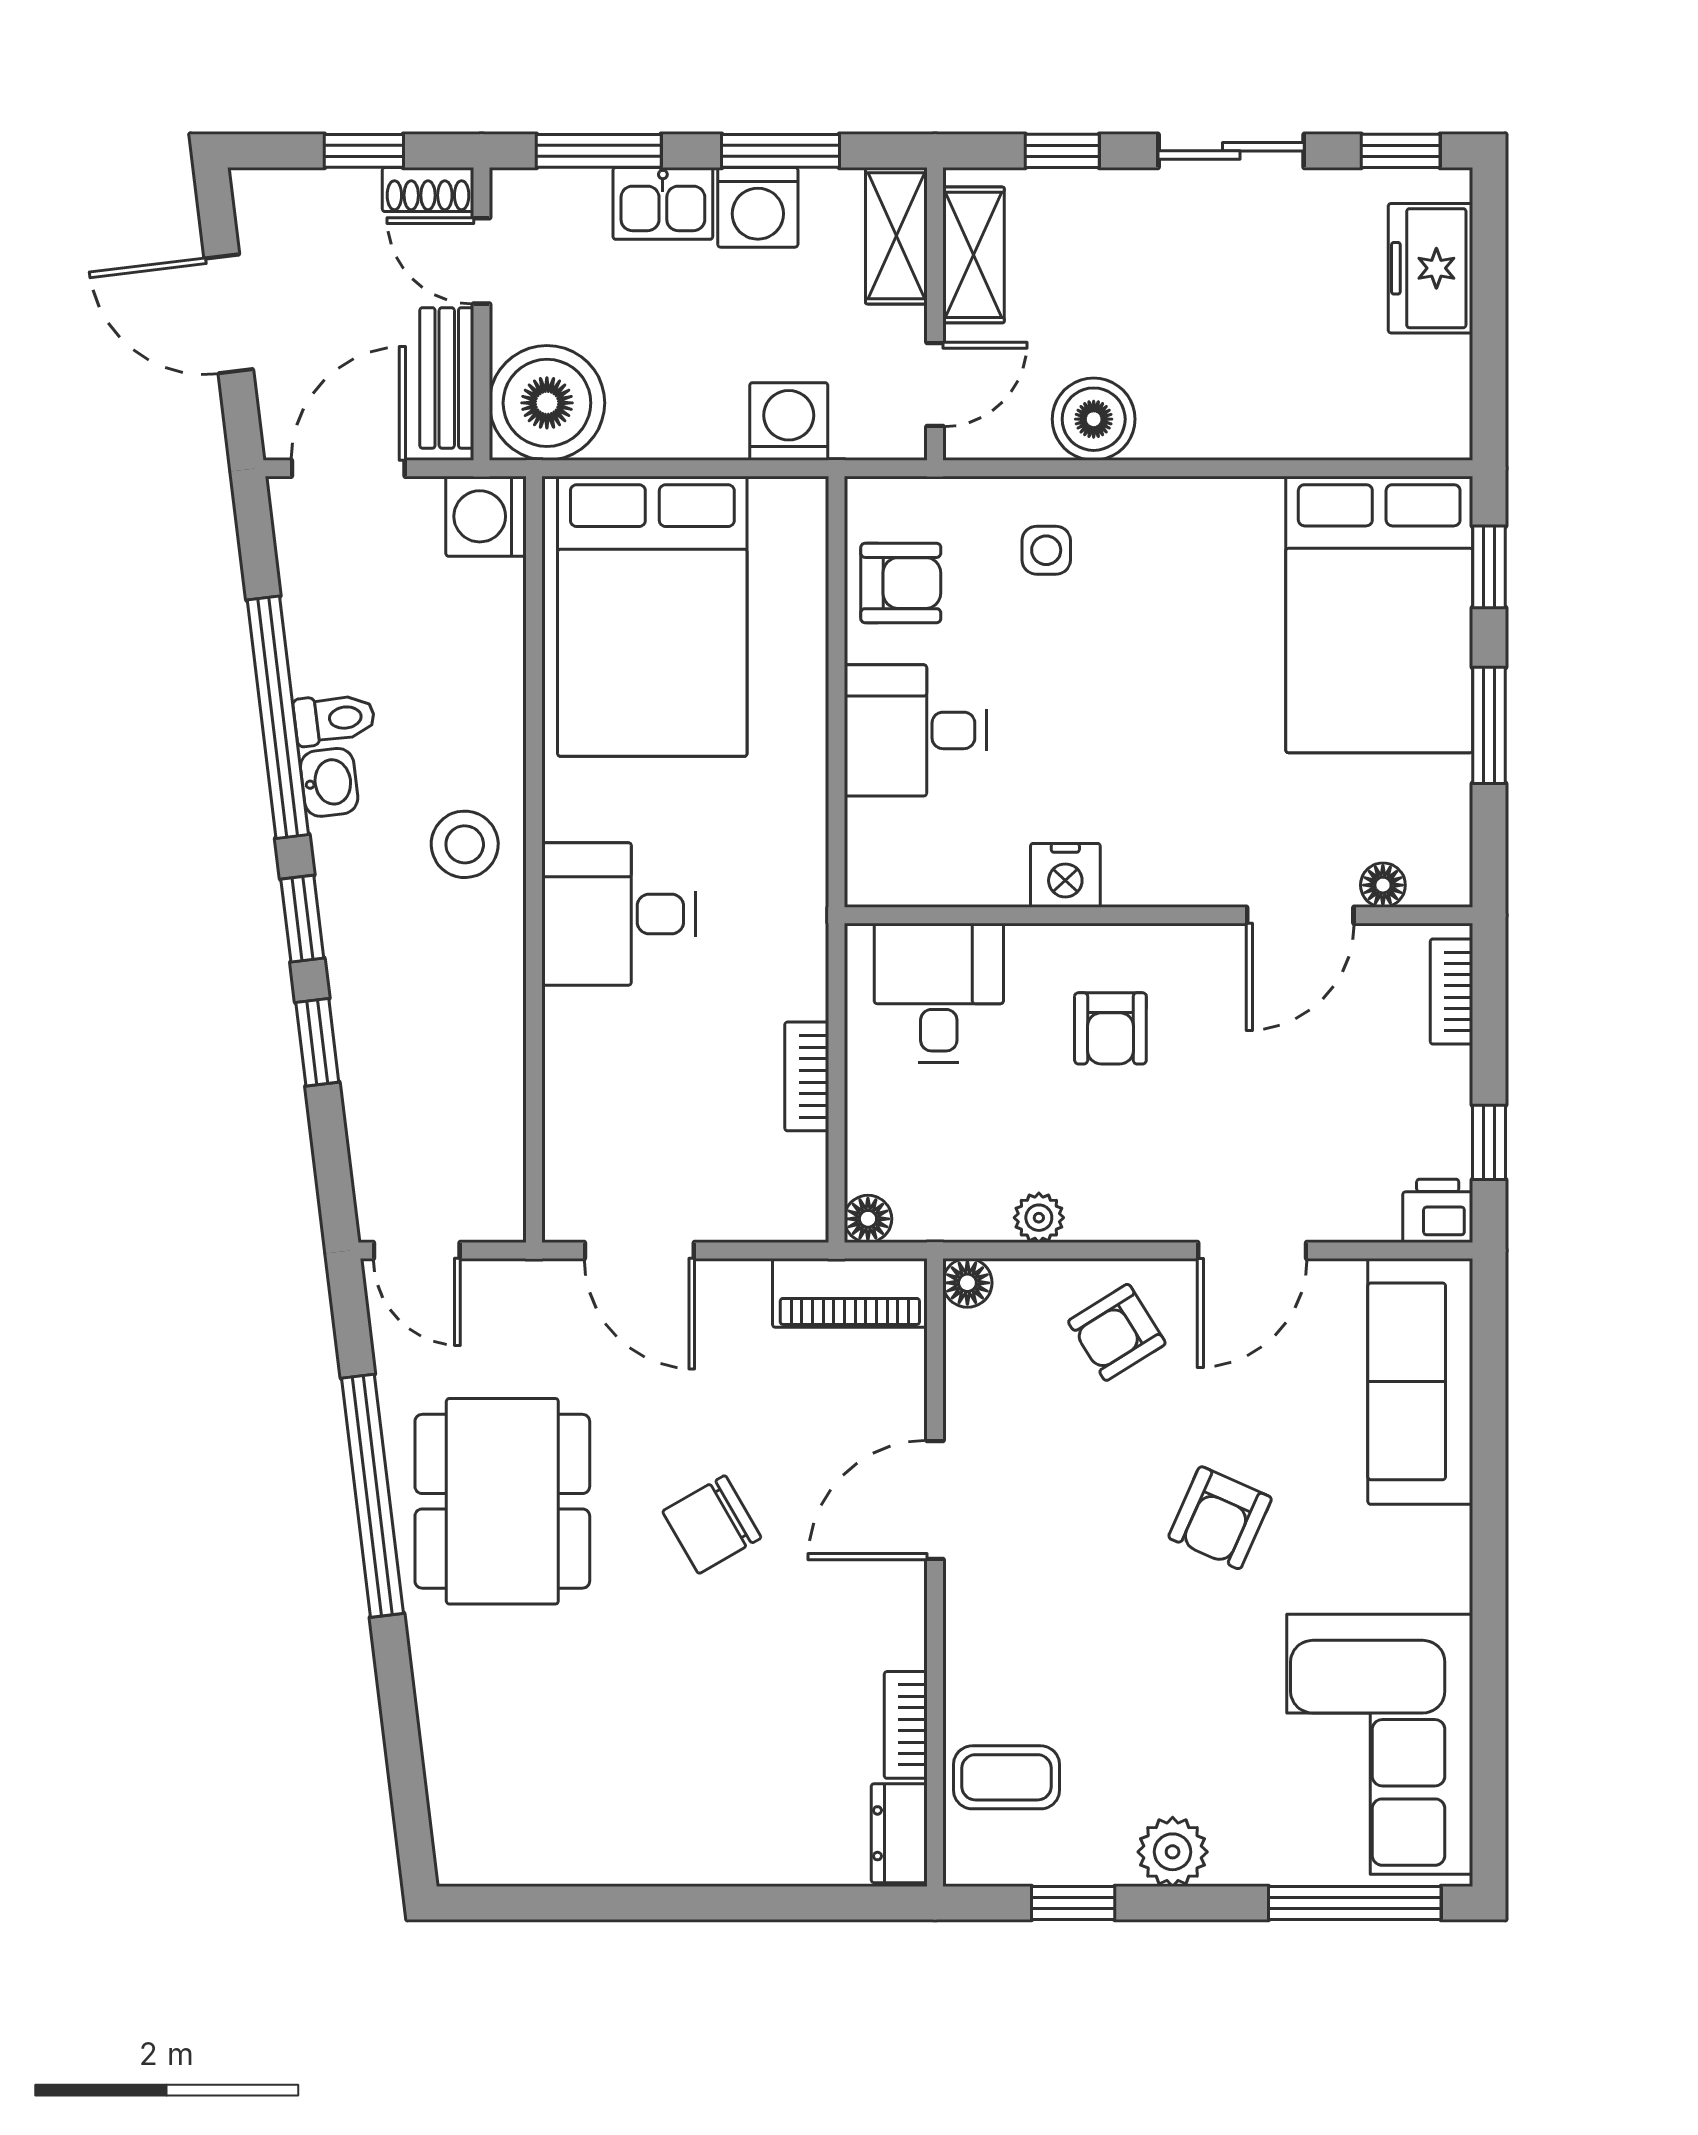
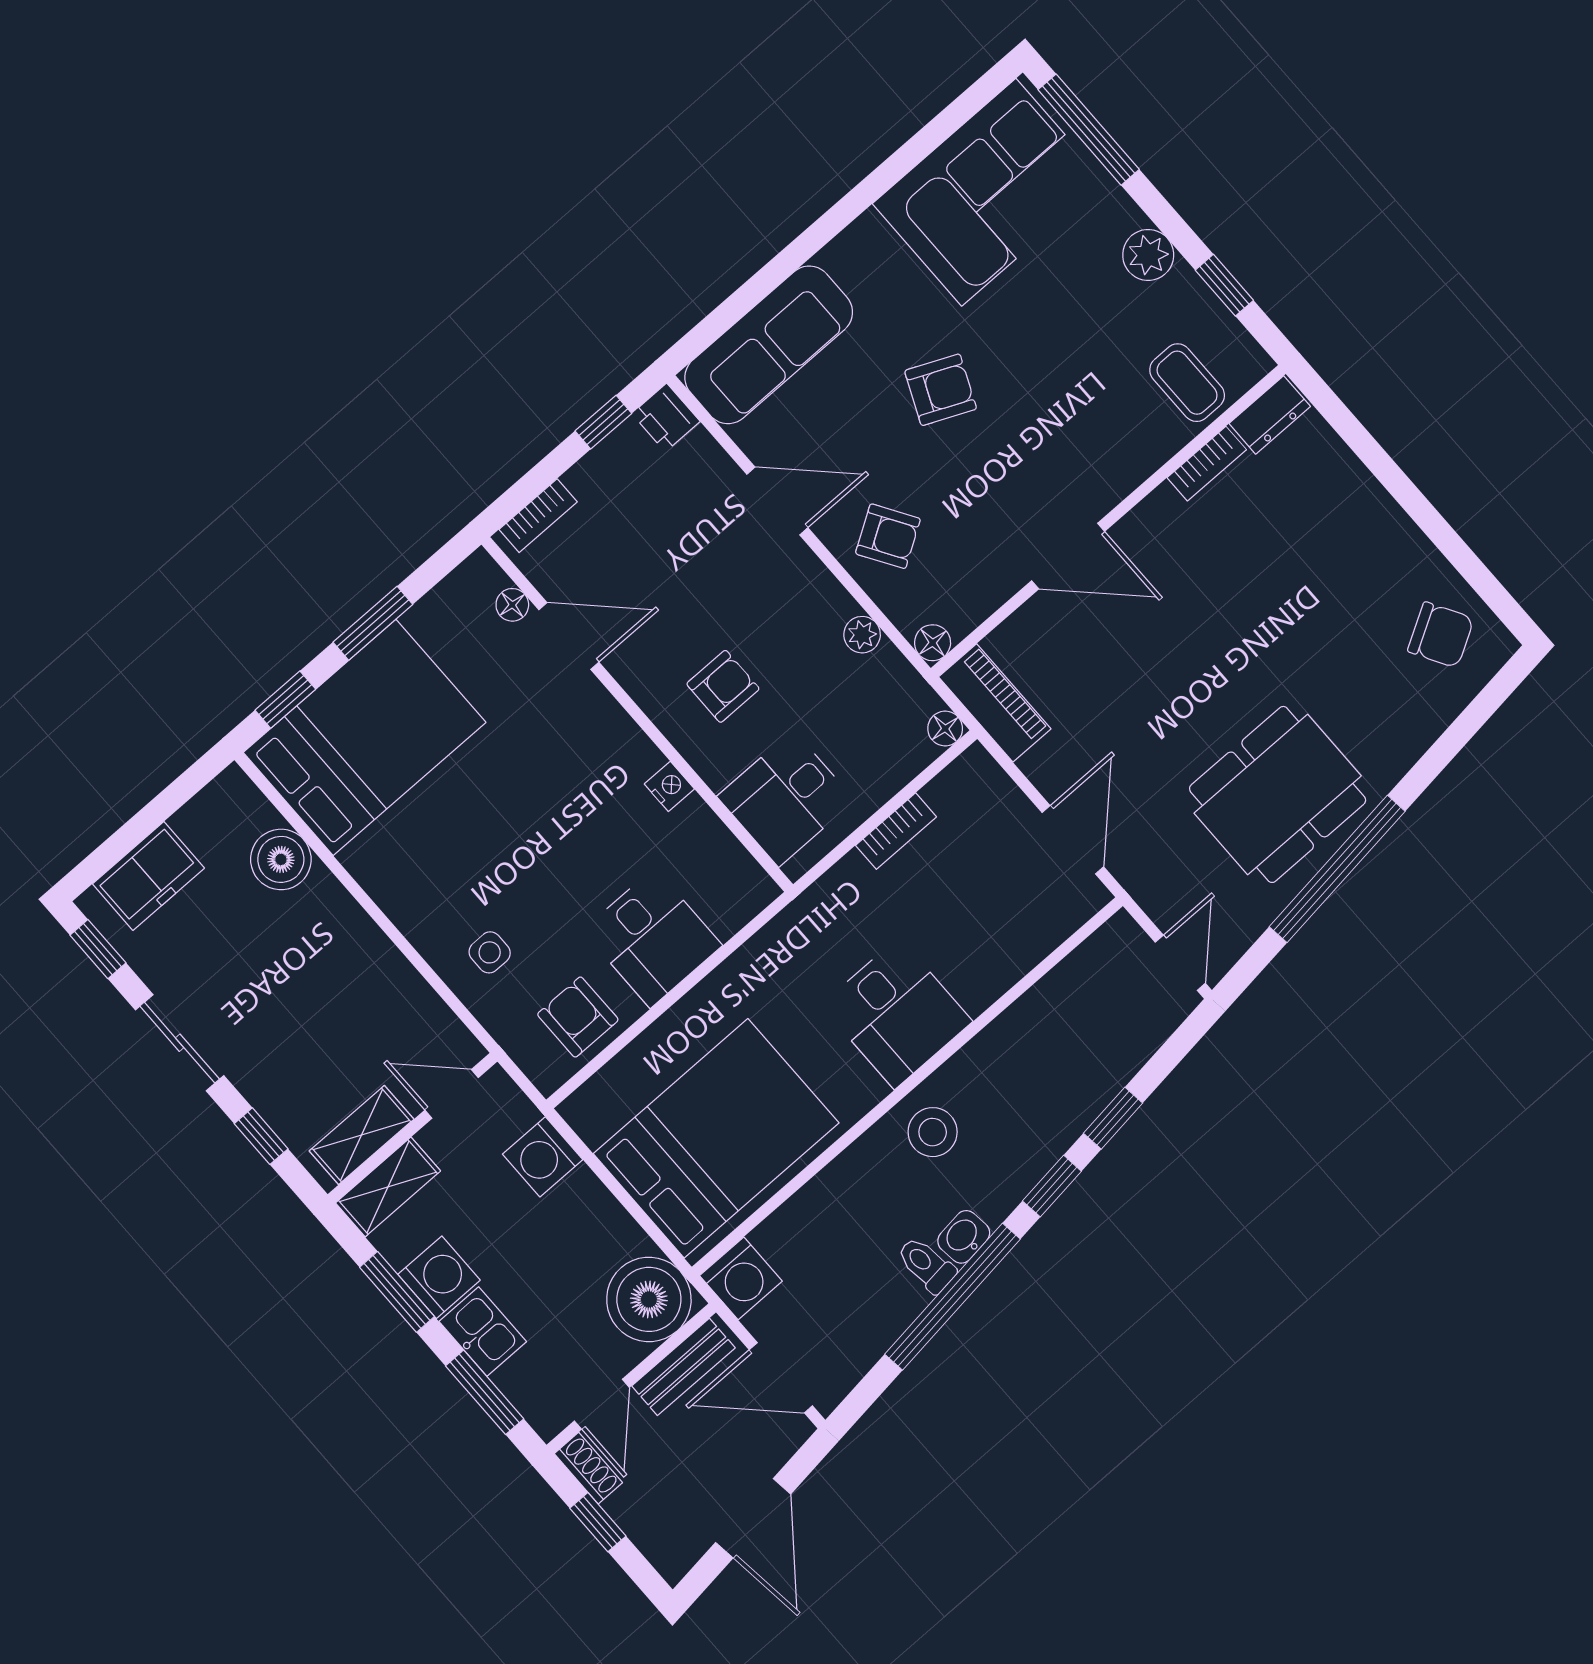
boiler: (1094, 419) -> (281, 859), moved
nightstand: (1065, 875) -> (669, 786), width x0.72, depth x0.74
chair: (712, 1525) -> (1441, 635), moved

